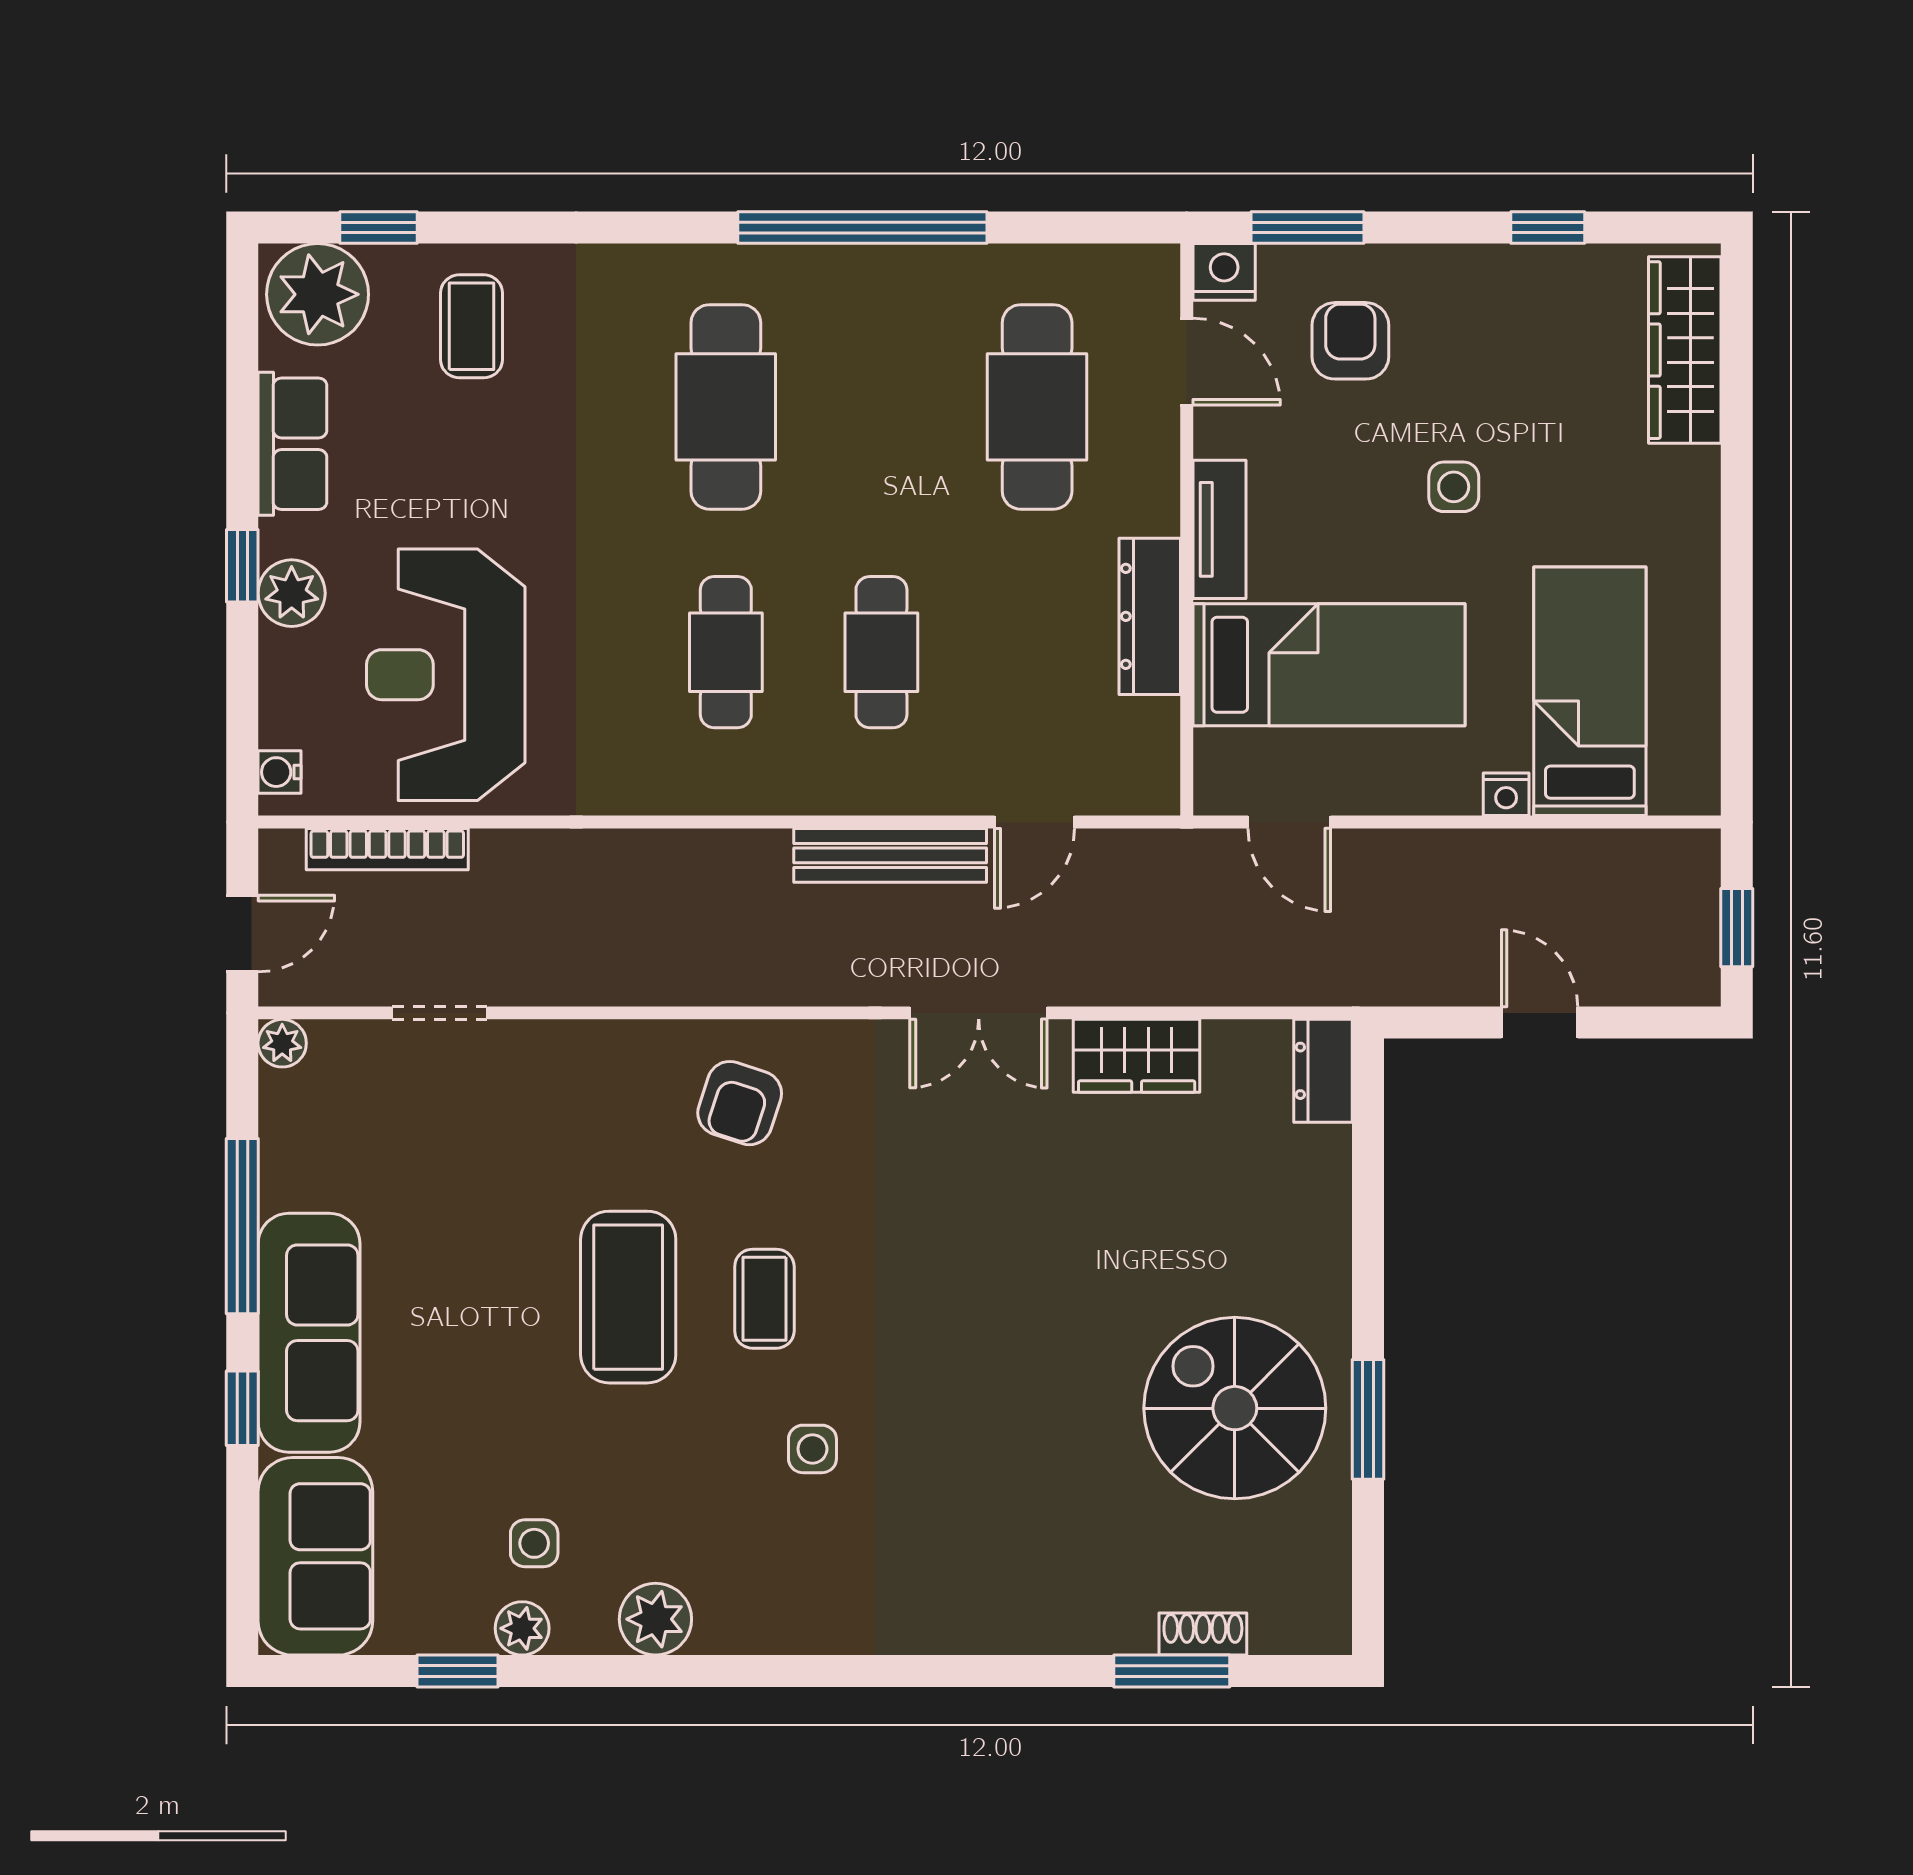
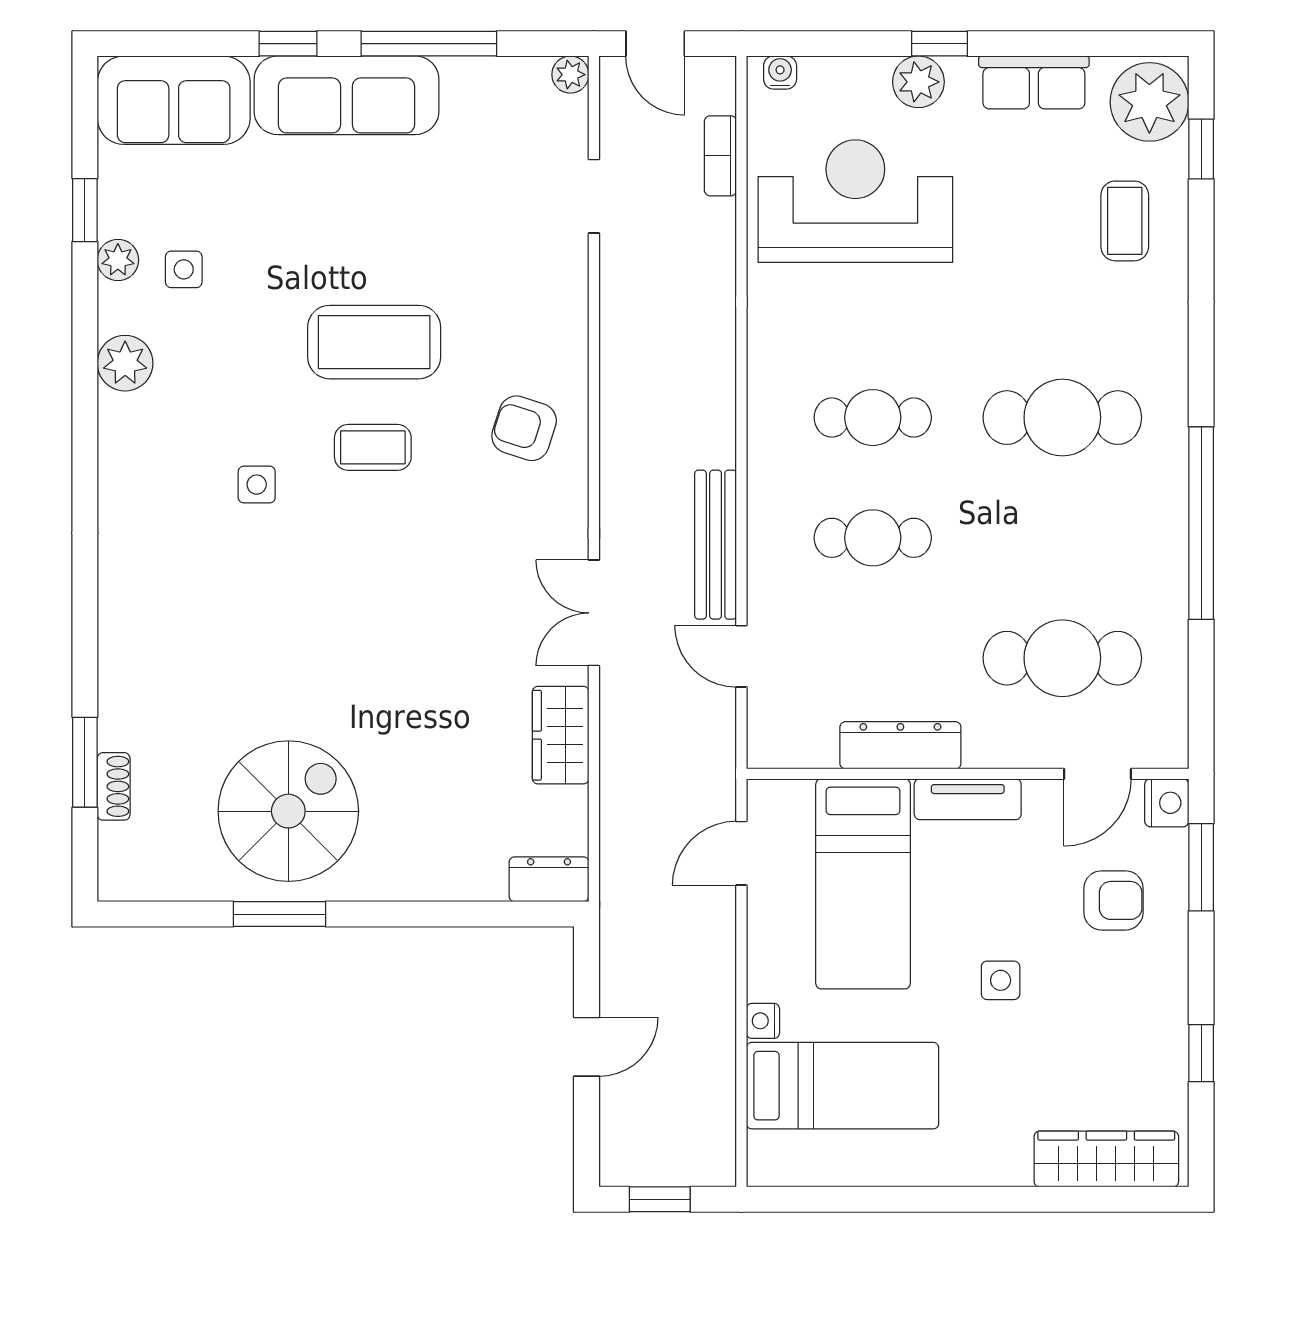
coffee table: (471, 326) -> (1125, 221), turned 90
bookcase: (387, 849) -> (720, 156), width x0.64

